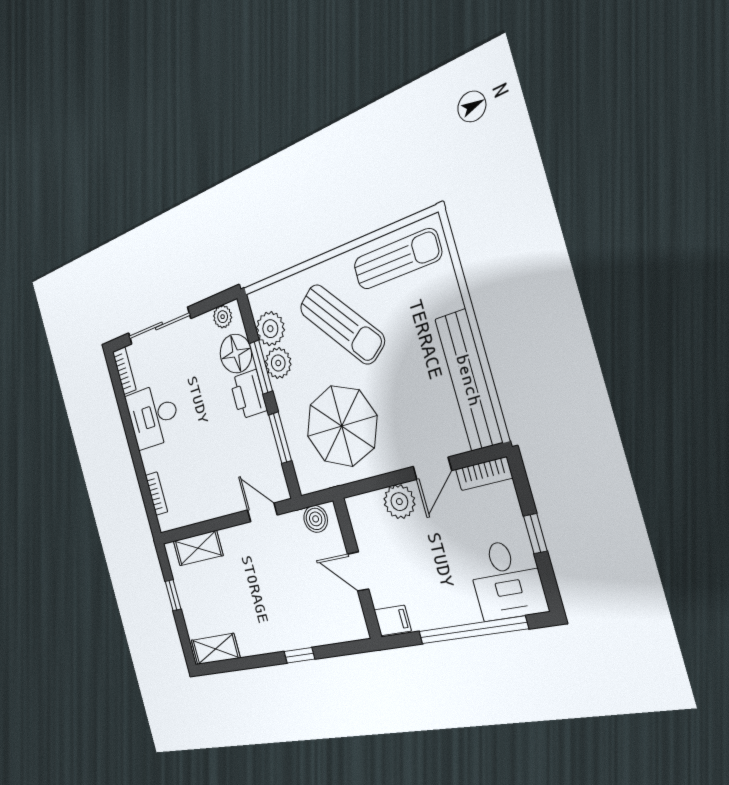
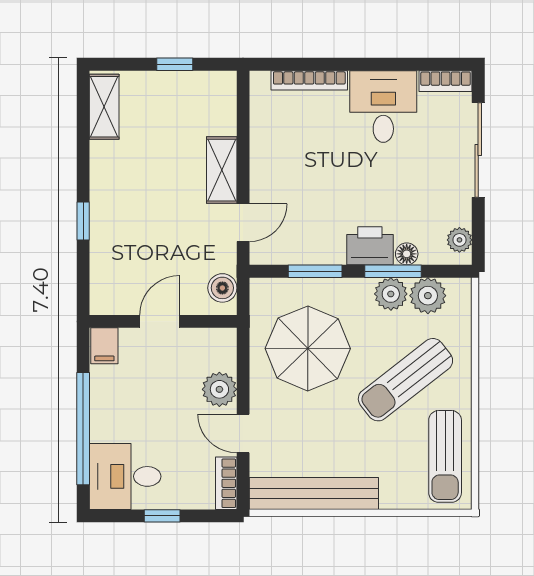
floor lamp: (236, 354) -> (407, 254), width x0.53, depth x0.53
bookcase: (156, 494) -> (309, 80), width x1.56
shelving: (198, 548) -> (222, 170), moved

